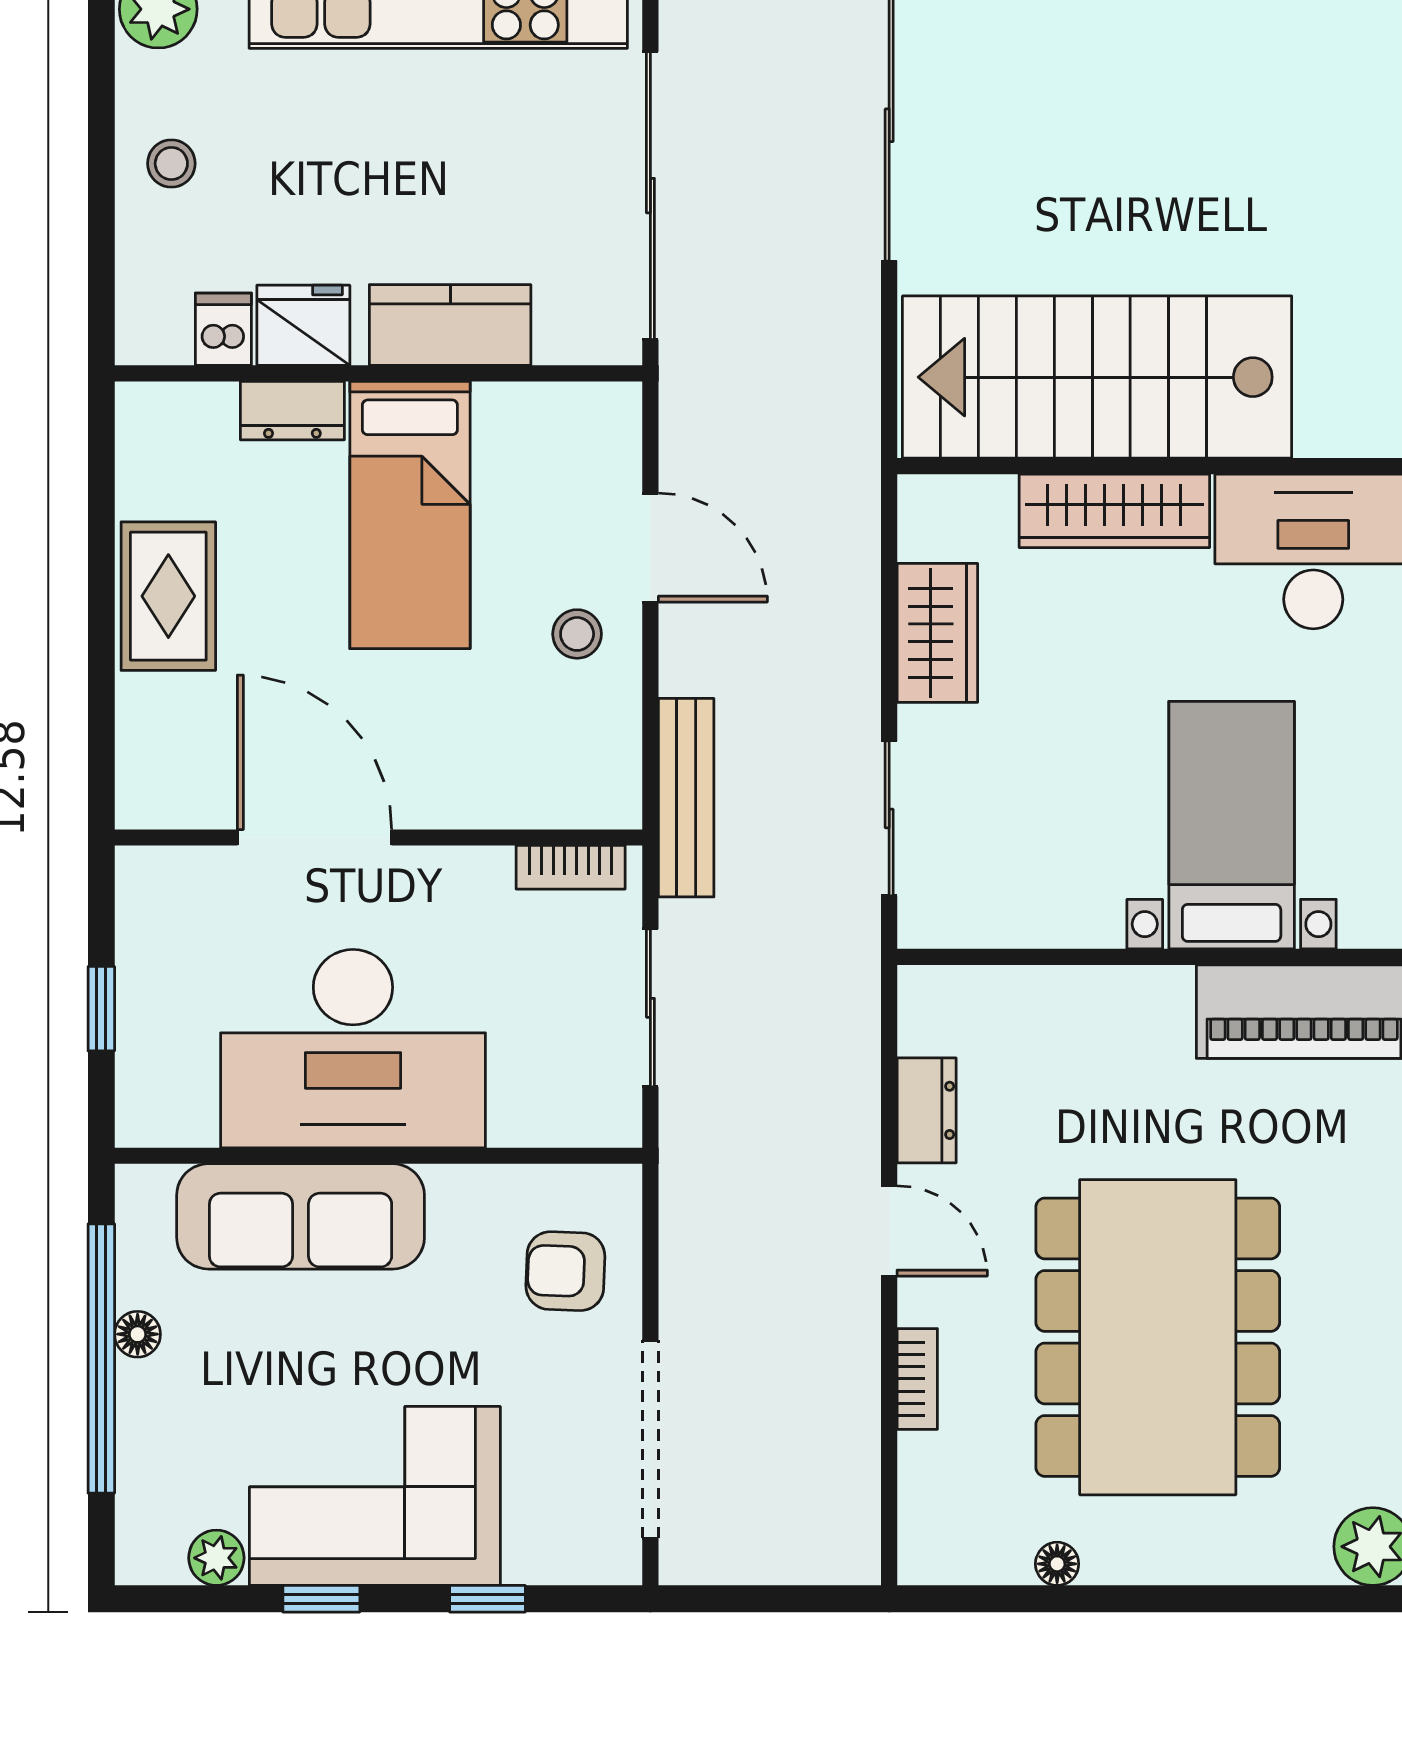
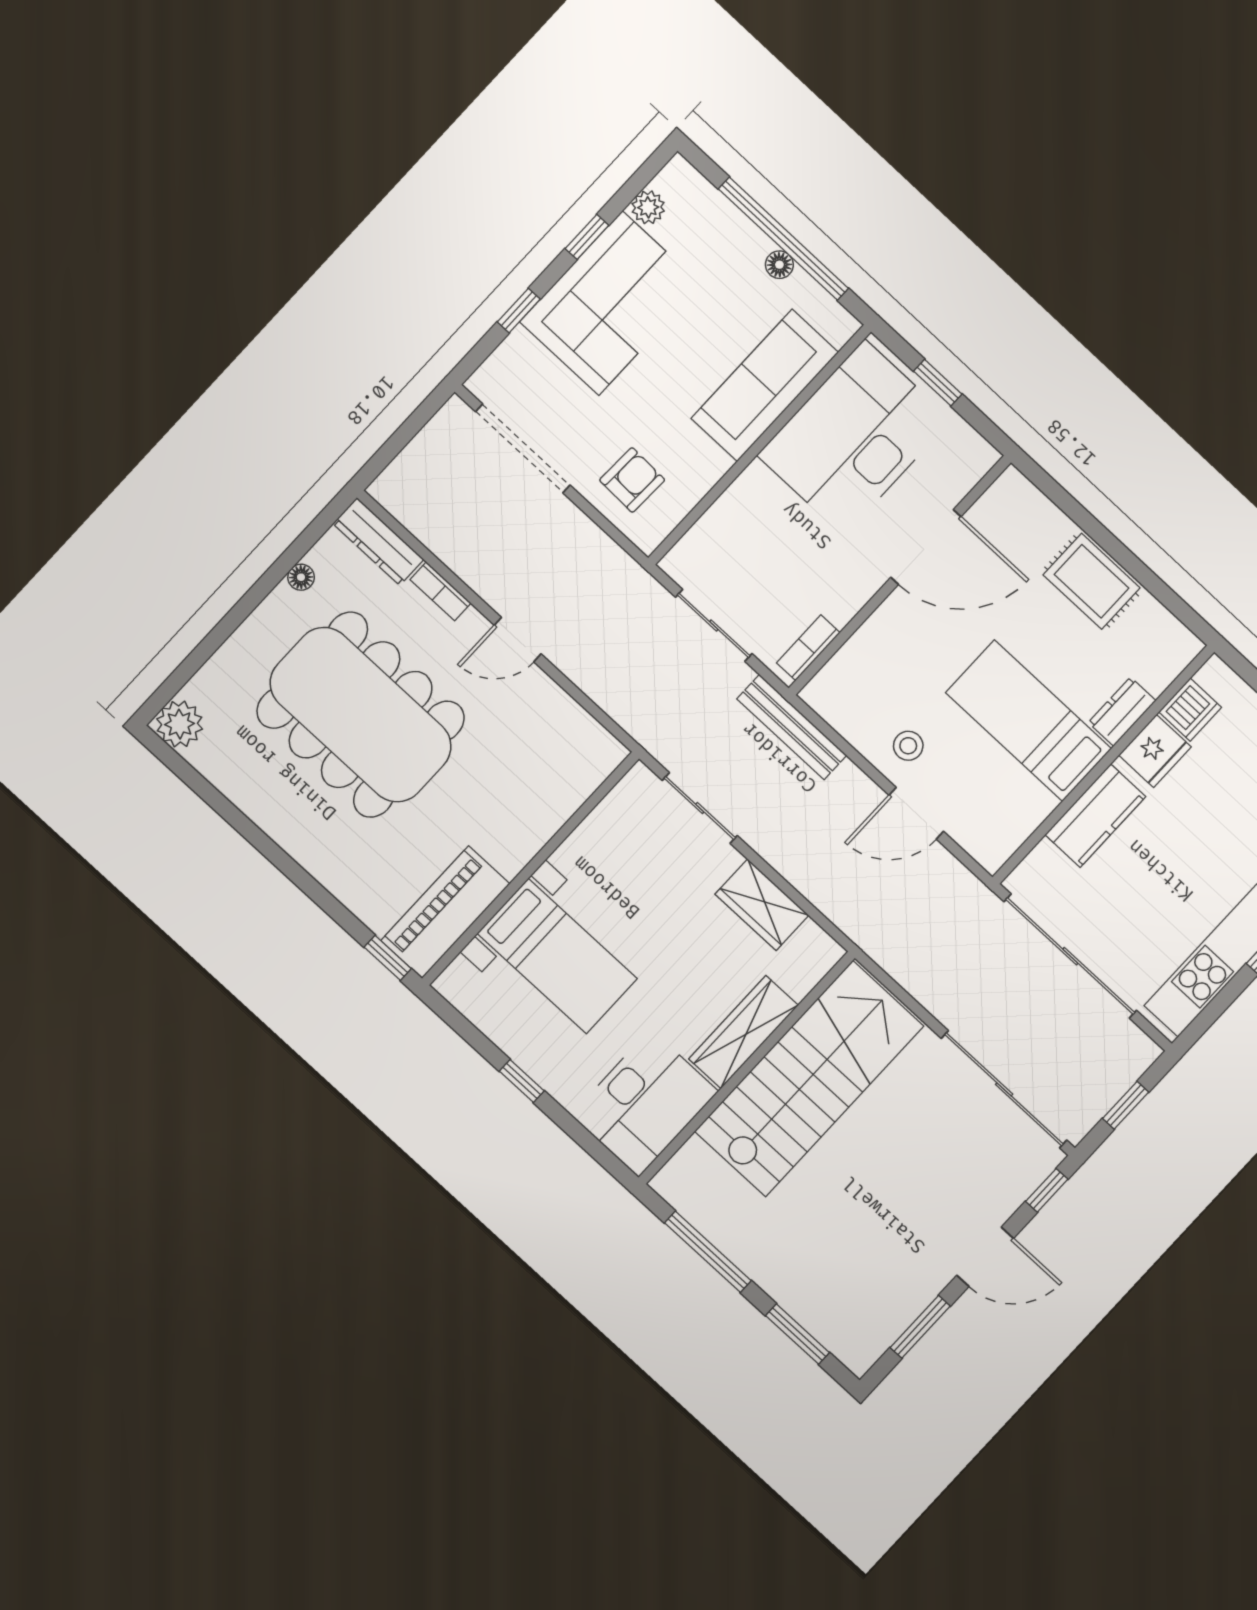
dishwasher: (223, 329) -> (1190, 710), width x1.38
desk: (353, 1049) -> (854, 438), moved
dresser: (927, 1110) -> (378, 542), moved, width x1.44

